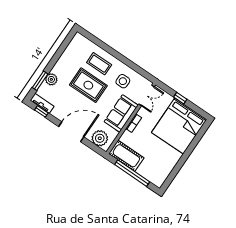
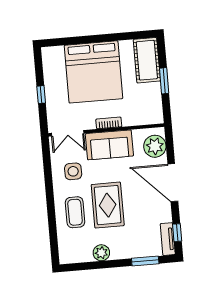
plant: (51, 79) -> (101, 253), moved
double door: (147, 95) -> (68, 133), swing flipped
bed: (179, 126) -> (94, 72), moved, turned 90
cot: (126, 156) -> (147, 60), moved
window: (132, 173) -> (164, 81), width x0.47

